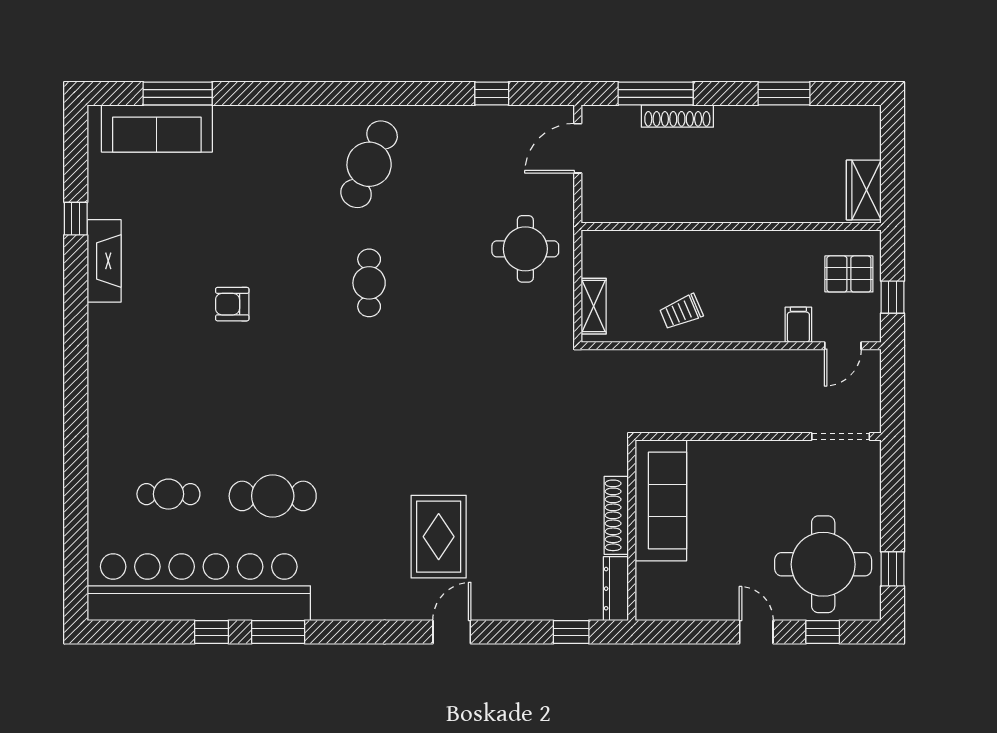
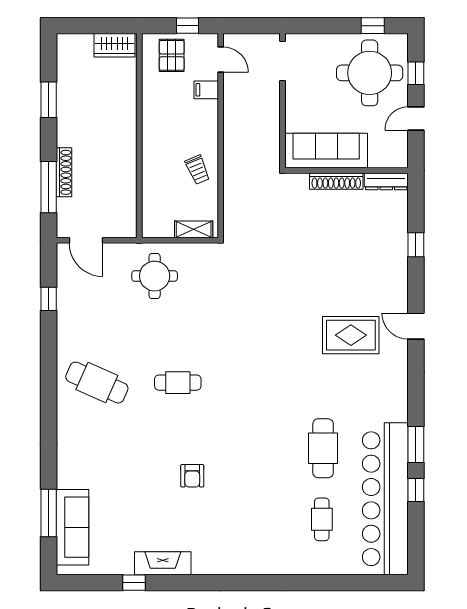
sofa: (661, 500) -> (326, 151), moved
shoe rack: (616, 515) -> (336, 181), moved
wall: (632, 530) -> (346, 171), moved
dresser: (616, 589) -> (386, 181), moved

